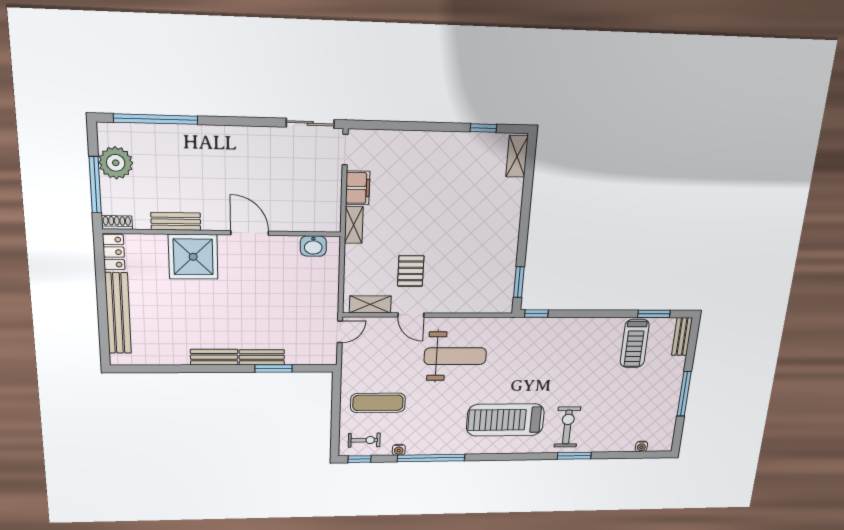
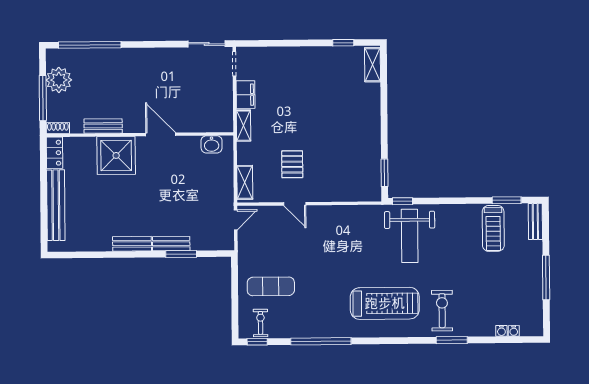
shelving: (370, 304) -> (245, 182), moved, turned 90
weight bench: (455, 356) -> (410, 236), moved, turned 90
treadmill: (505, 420) -> (385, 303), turned 180
exercise bike: (364, 440) -> (261, 323), turned -90
water cooler: (399, 450) -> (501, 331), moved

